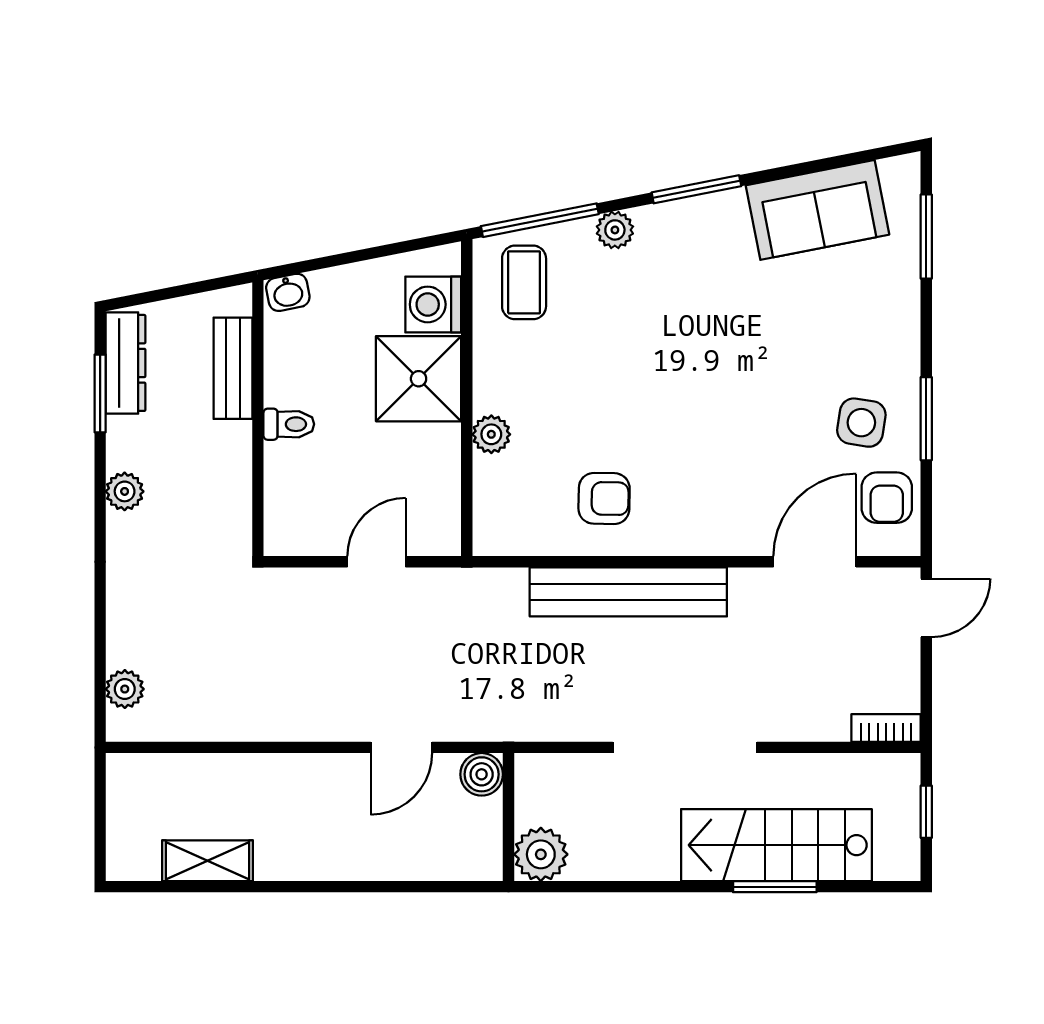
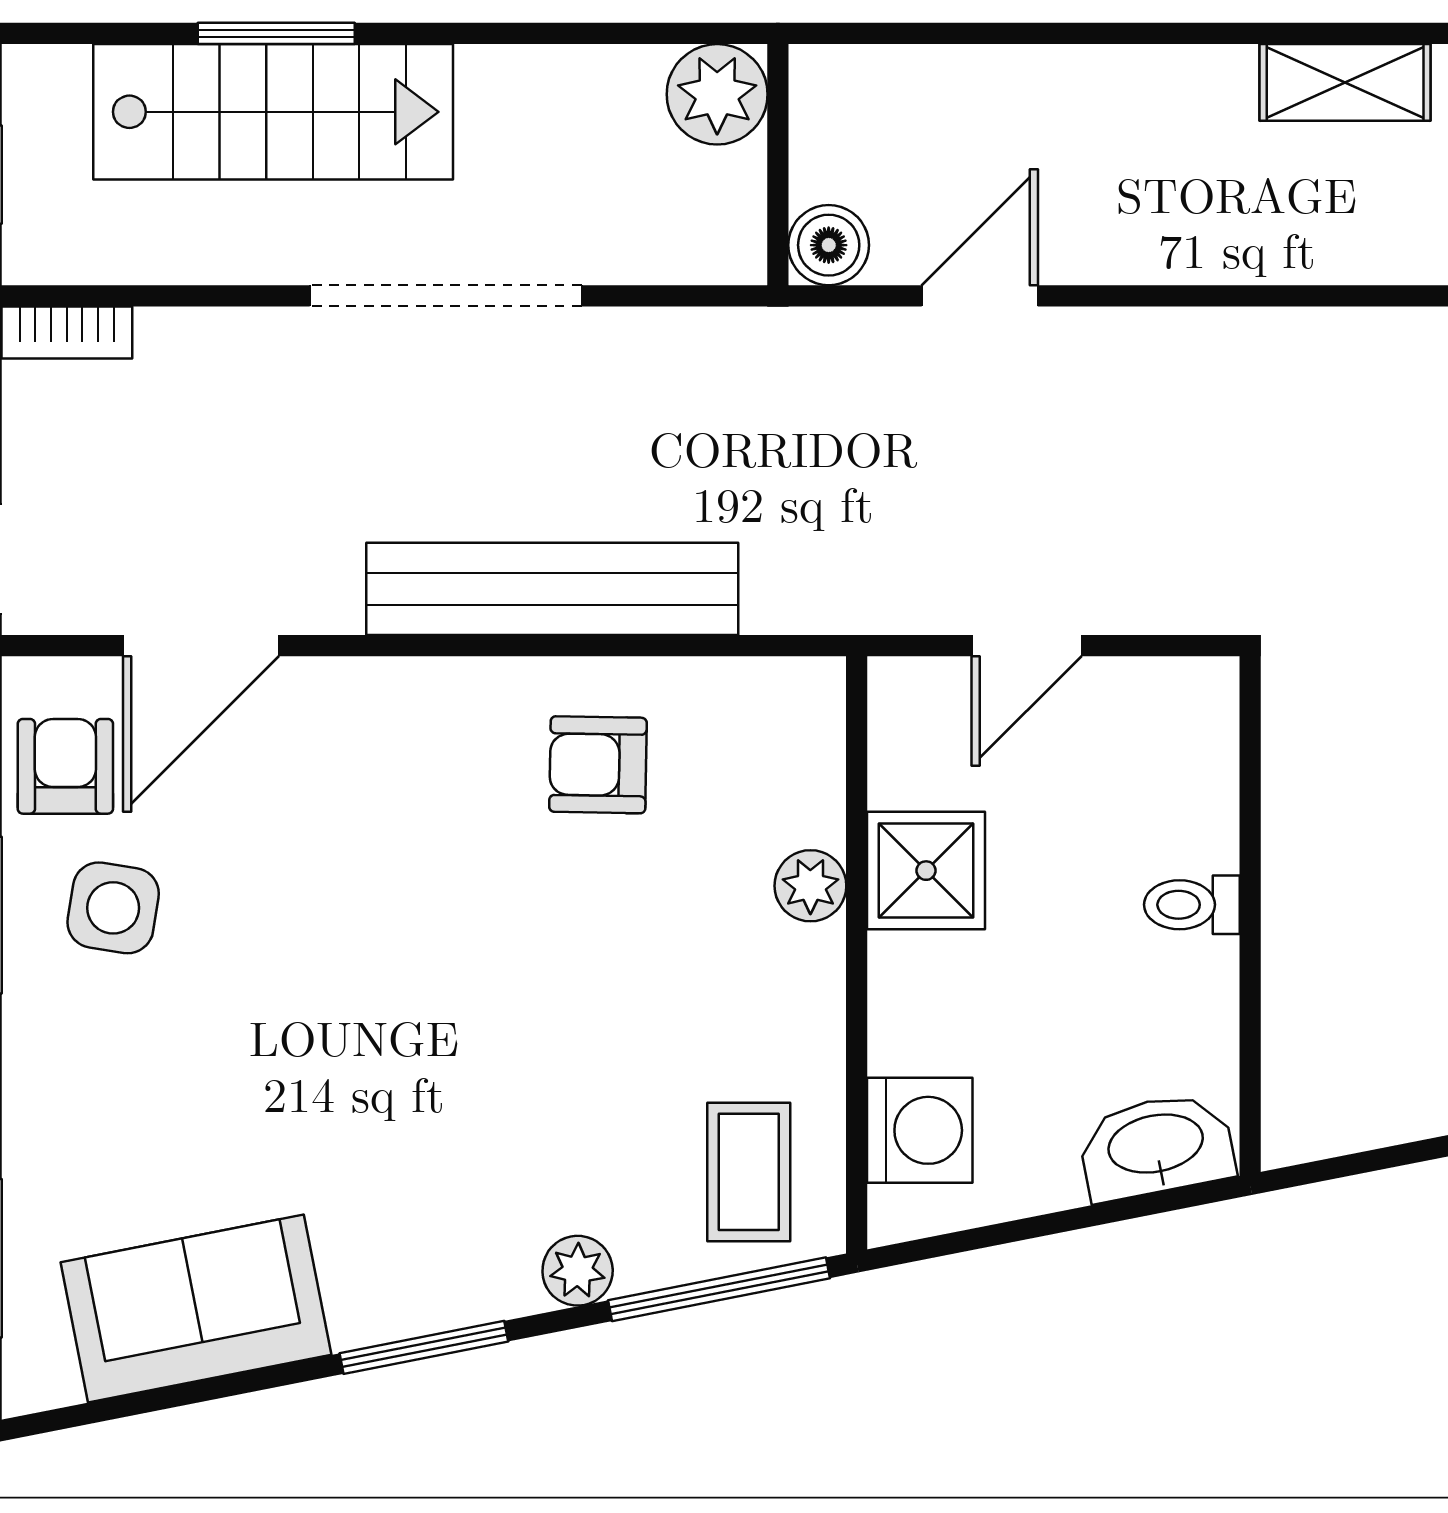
washbasin: (288, 292) -> (1156, 1146), width x1.91, depth x1.45
bench: (233, 368) -> (1297, 1010), removed
shower: (419, 379) -> (926, 871), moved, width x0.73, depth x0.73

